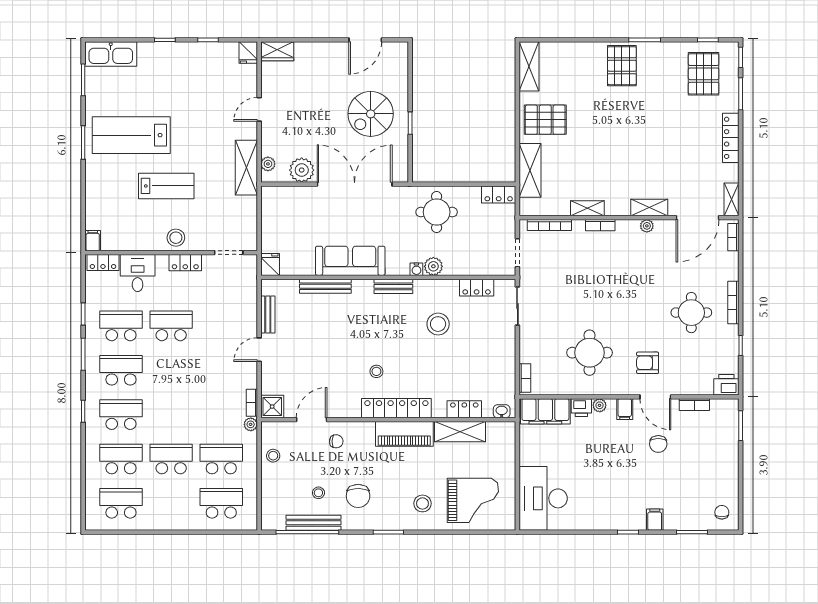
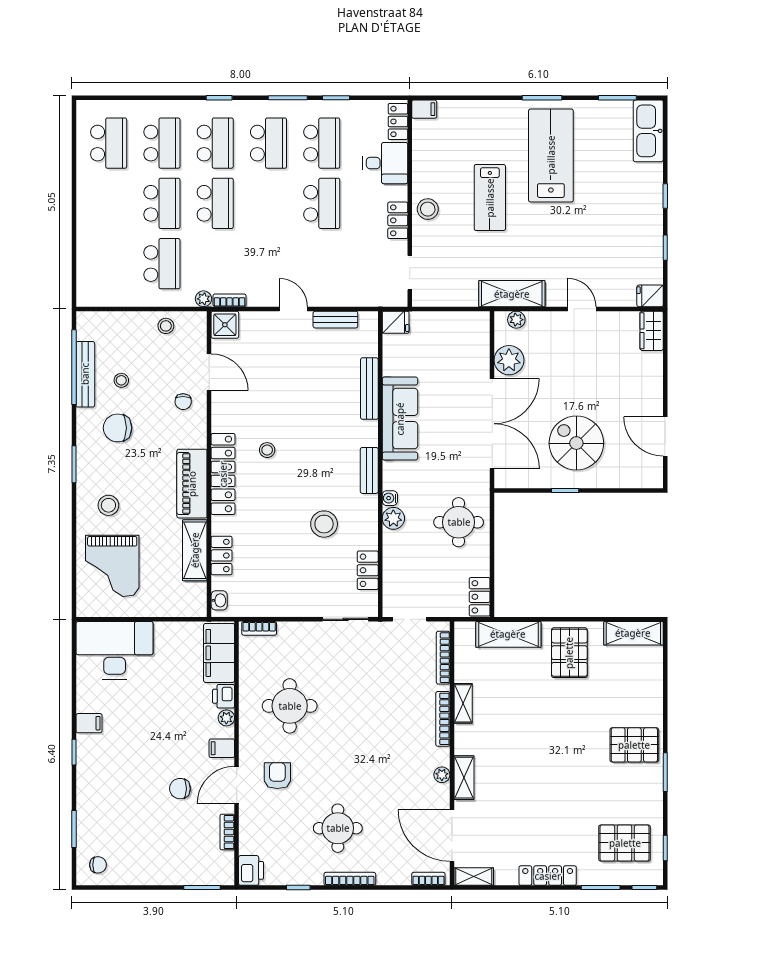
bookcase: (600, 225) -> (443, 719), width x1.56
school desk: (221, 503) -> (215, 203), moved
filing cabinet: (655, 520) -> (89, 723), moved

